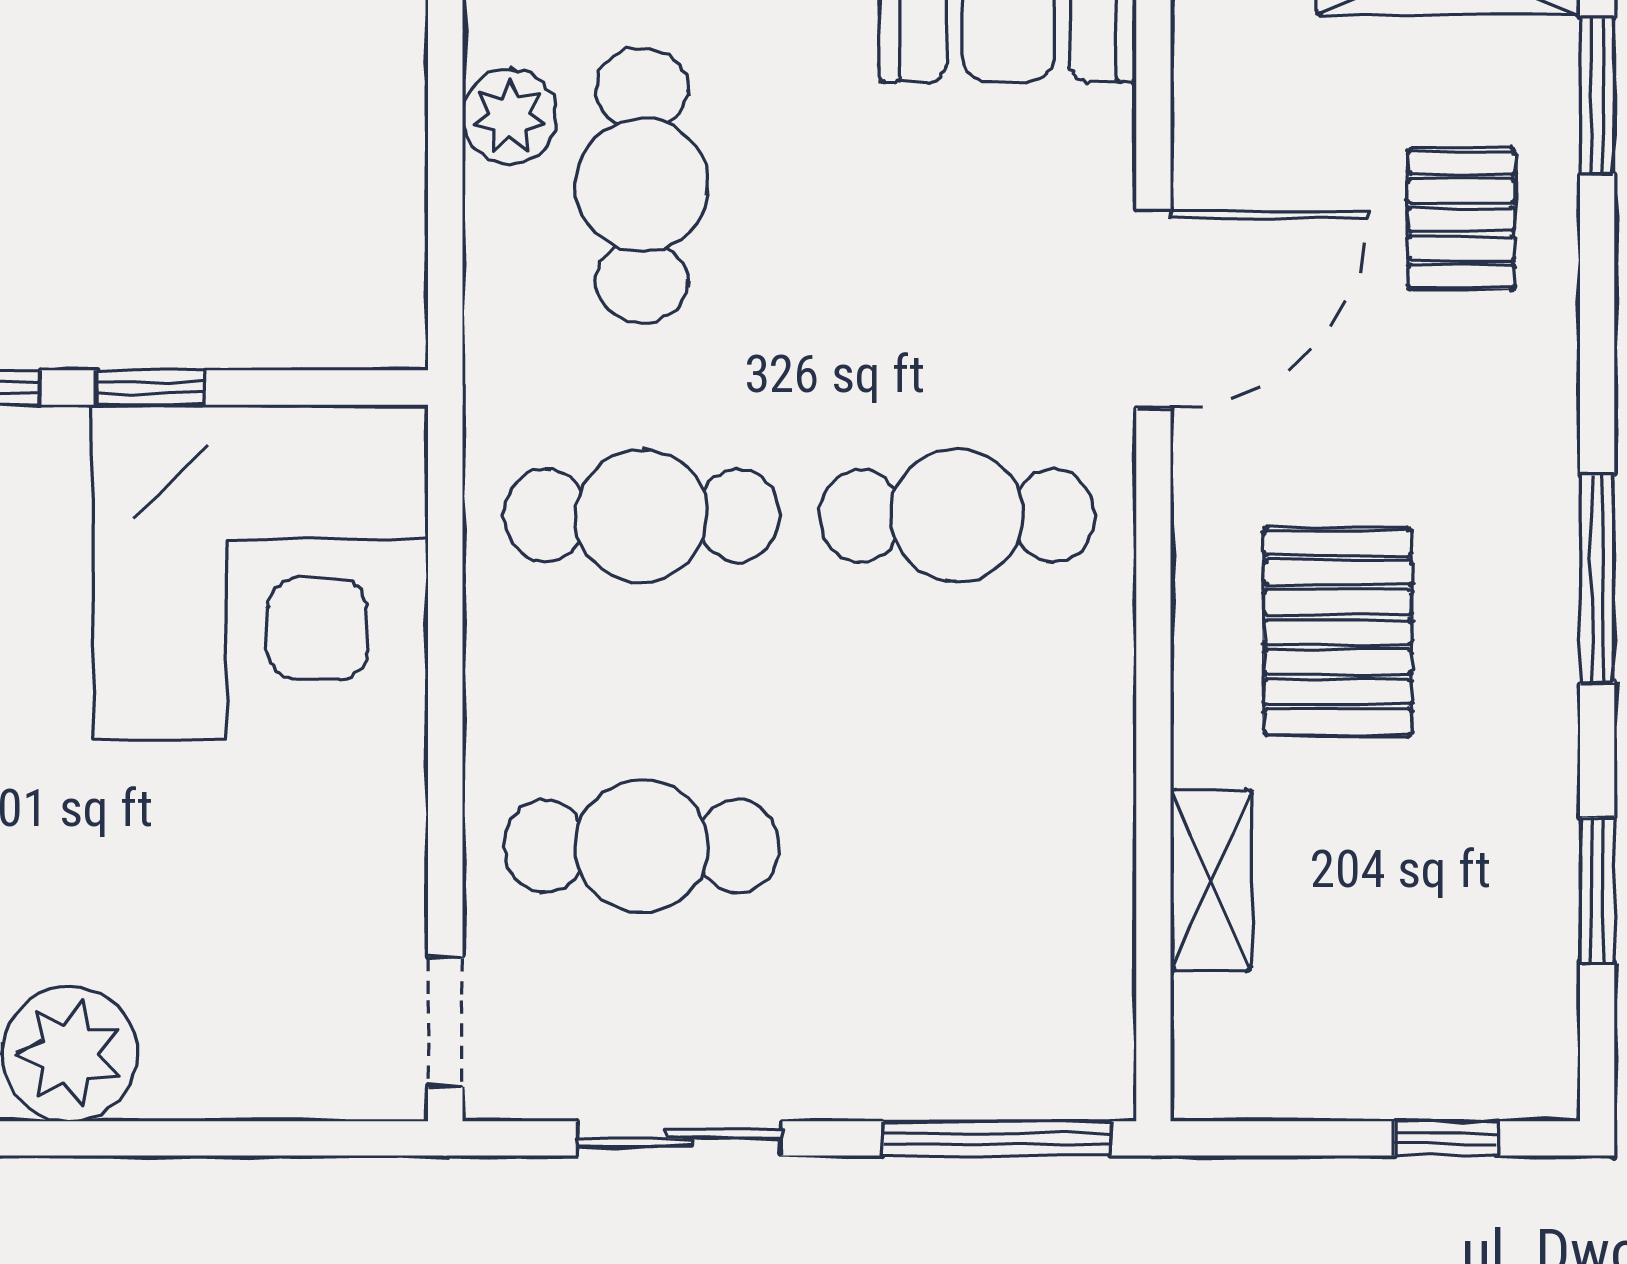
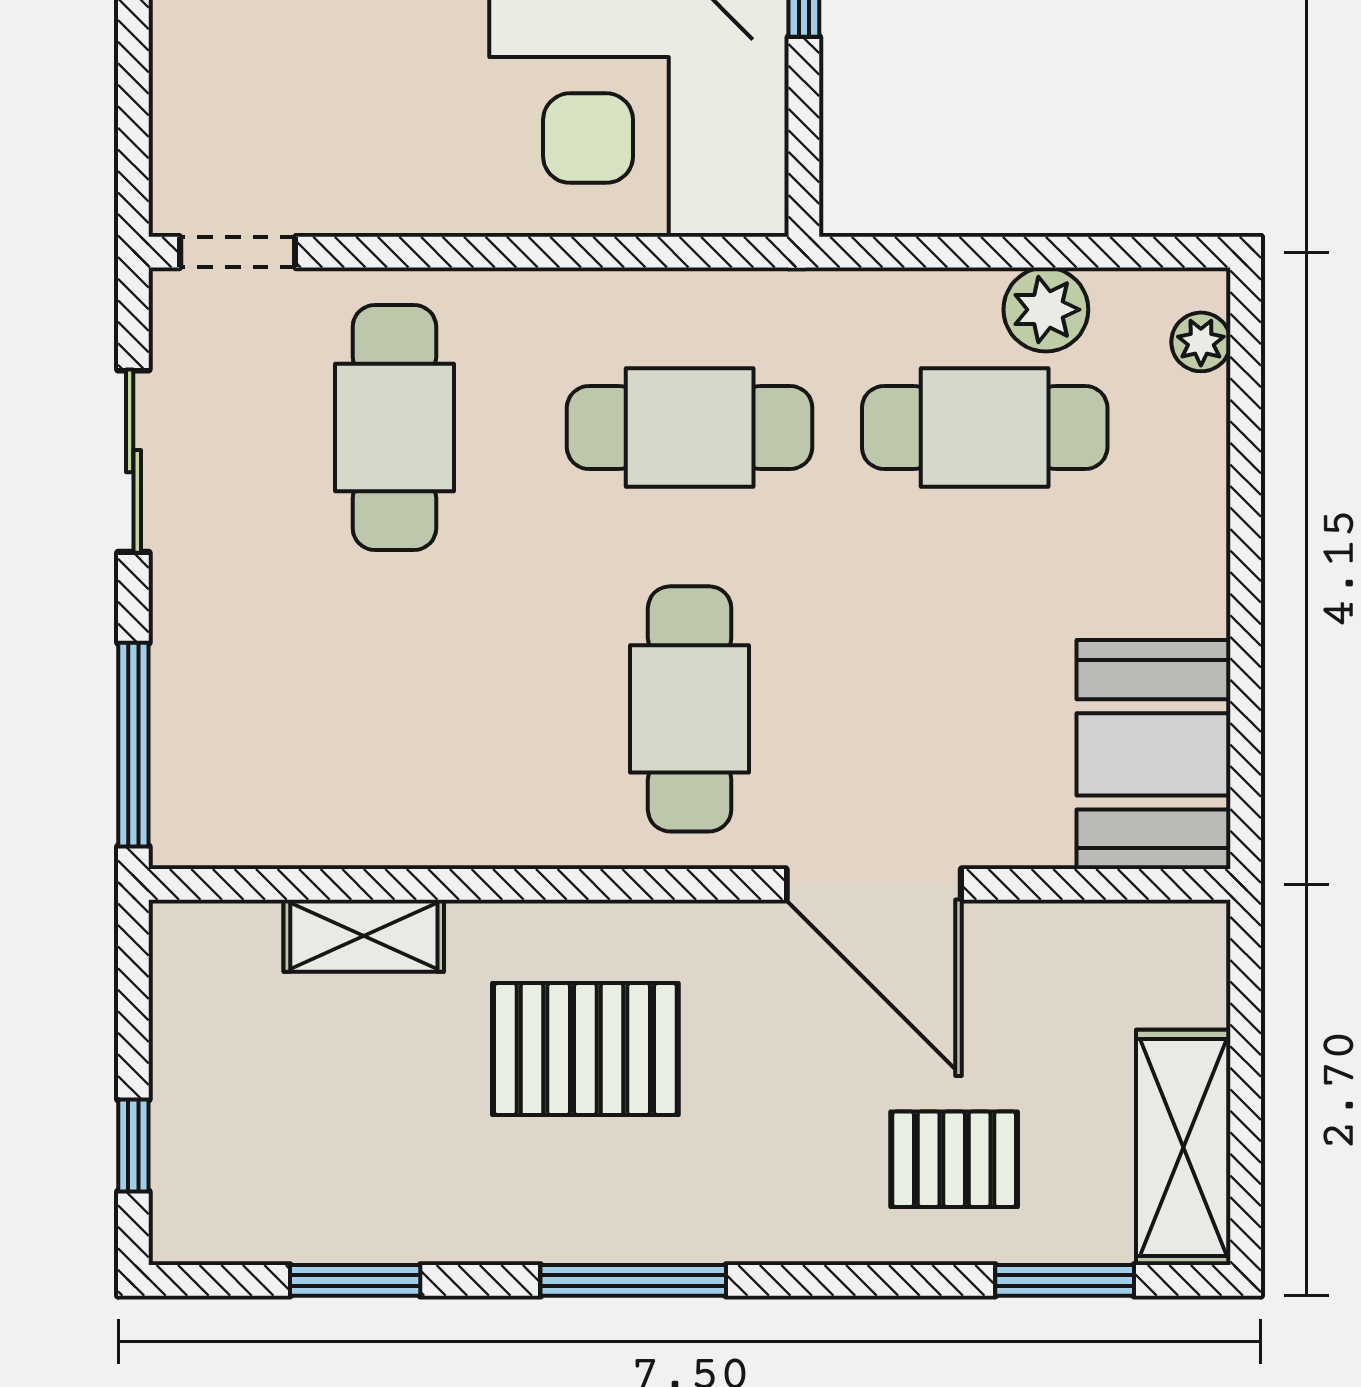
cafe table: (642, 516) -> (690, 428), turned 90

